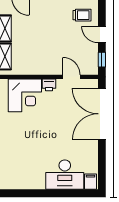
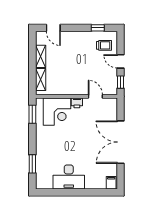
double door: (102, 114) -> (120, 142), moved
desk: (65, 175) -> (69, 177), moved

